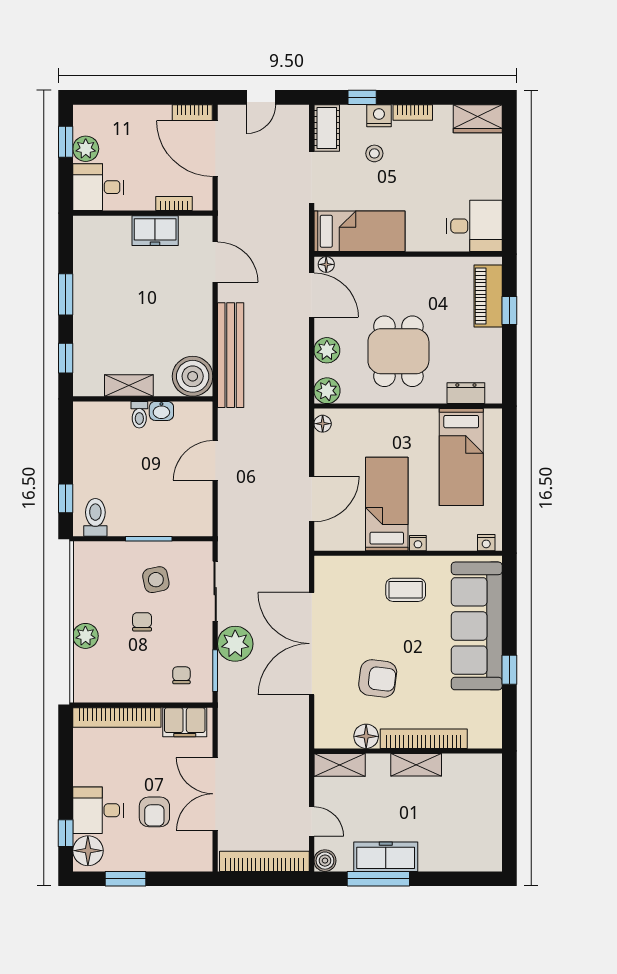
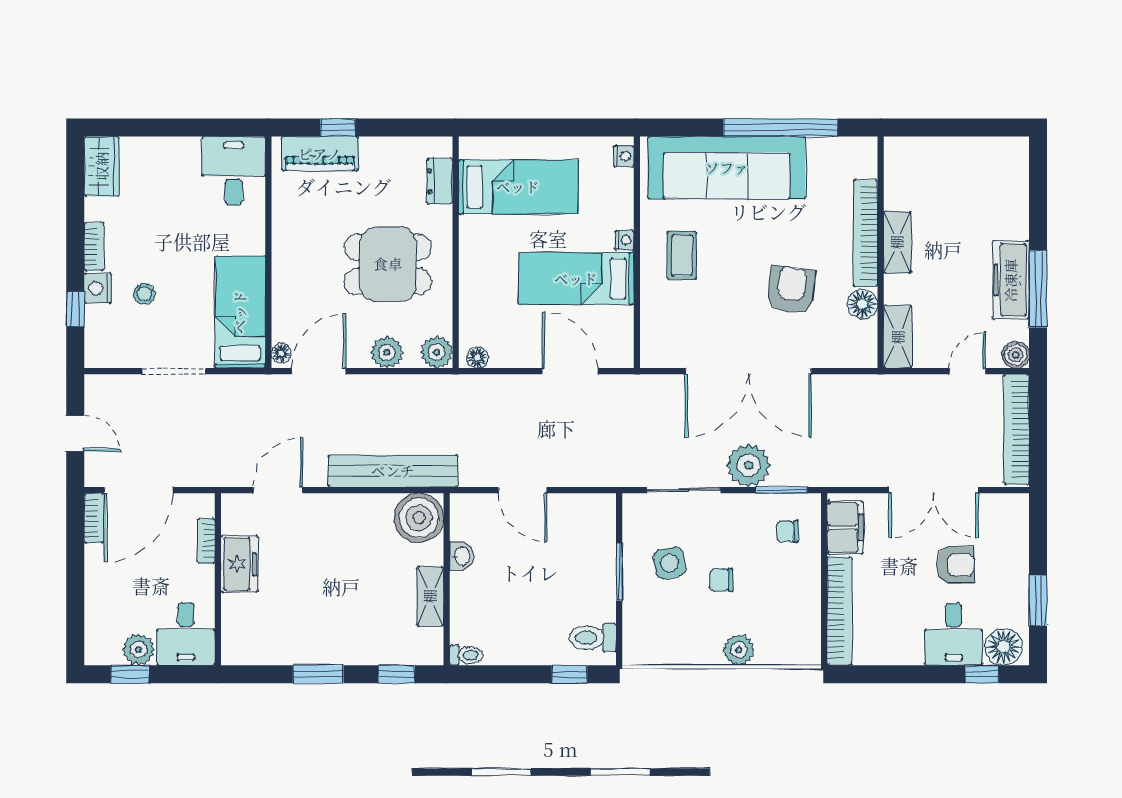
cot: (327, 128) -> (113, 353), removed
toilet: (139, 415) -> (466, 655), moved
window: (509, 670) -> (780, 128), width x3.17

